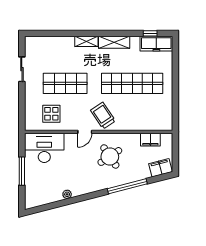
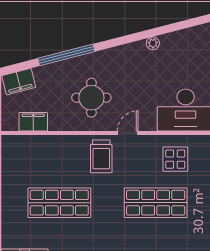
shop shelf: (132, 83) -> (59, 203), width x0.71
trolley: (103, 116) -> (101, 156), turned 34
round table: (110, 156) -> (91, 98), turned 34

